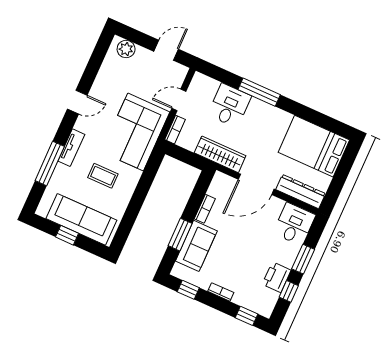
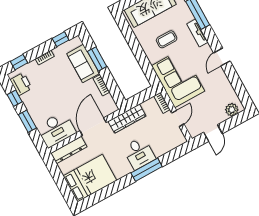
desk: (230, 105) -> (139, 153), moved
desk: (294, 224) -> (56, 129), width x1.37
printer: (277, 277) -> (21, 84), moved

